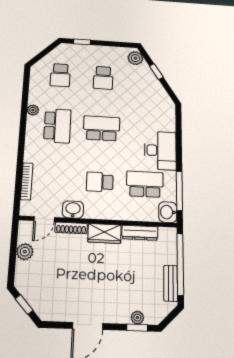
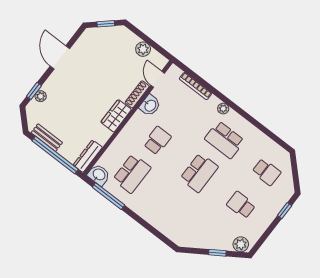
school desk: (60, 75) -> (266, 172), turned 180
plant: (33, 110) -> (223, 109), moved
desk: (160, 151) -> (150, 206), removed
dresser: (140, 233) -> (88, 156), moved

